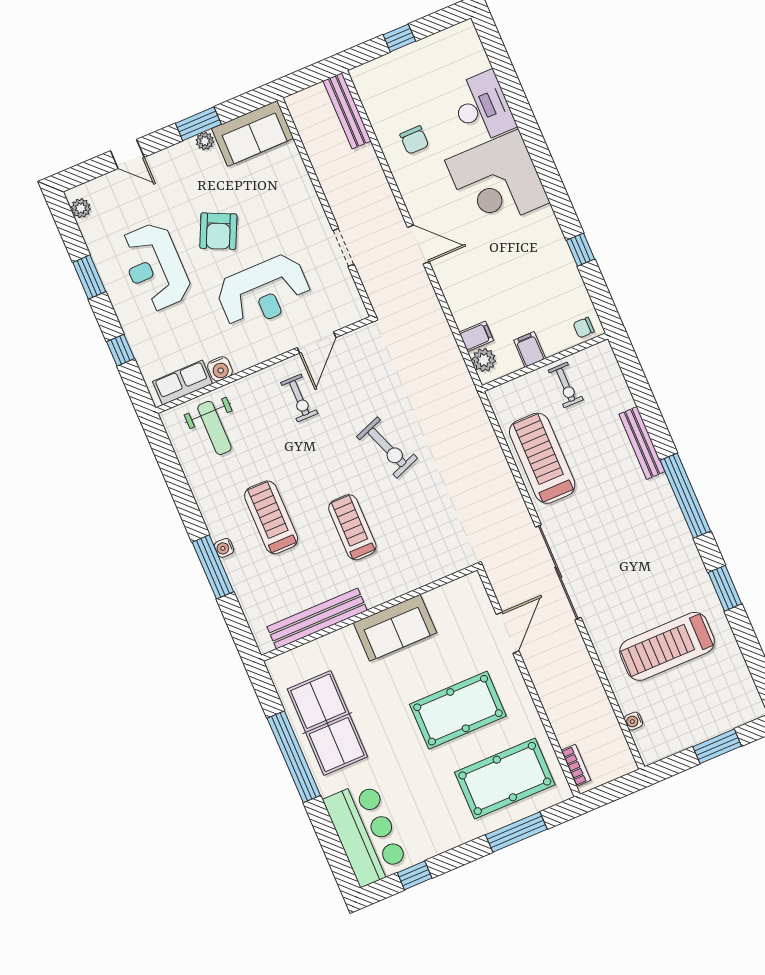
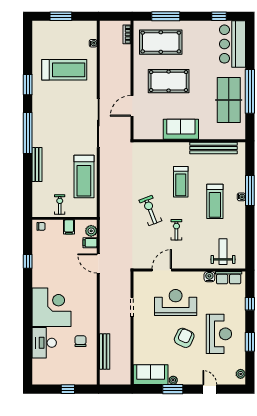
bench: (347, 111) -> (105, 352), moved
door: (418, 244) -> (98, 263), moved
exercise bike: (299, 398) -> (176, 230), moved

